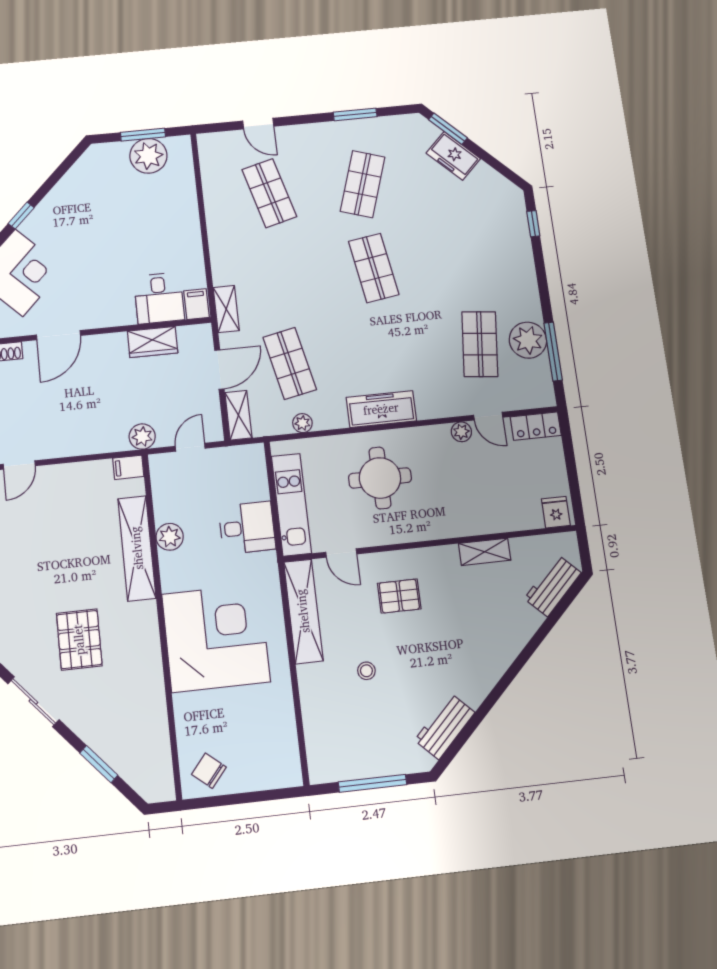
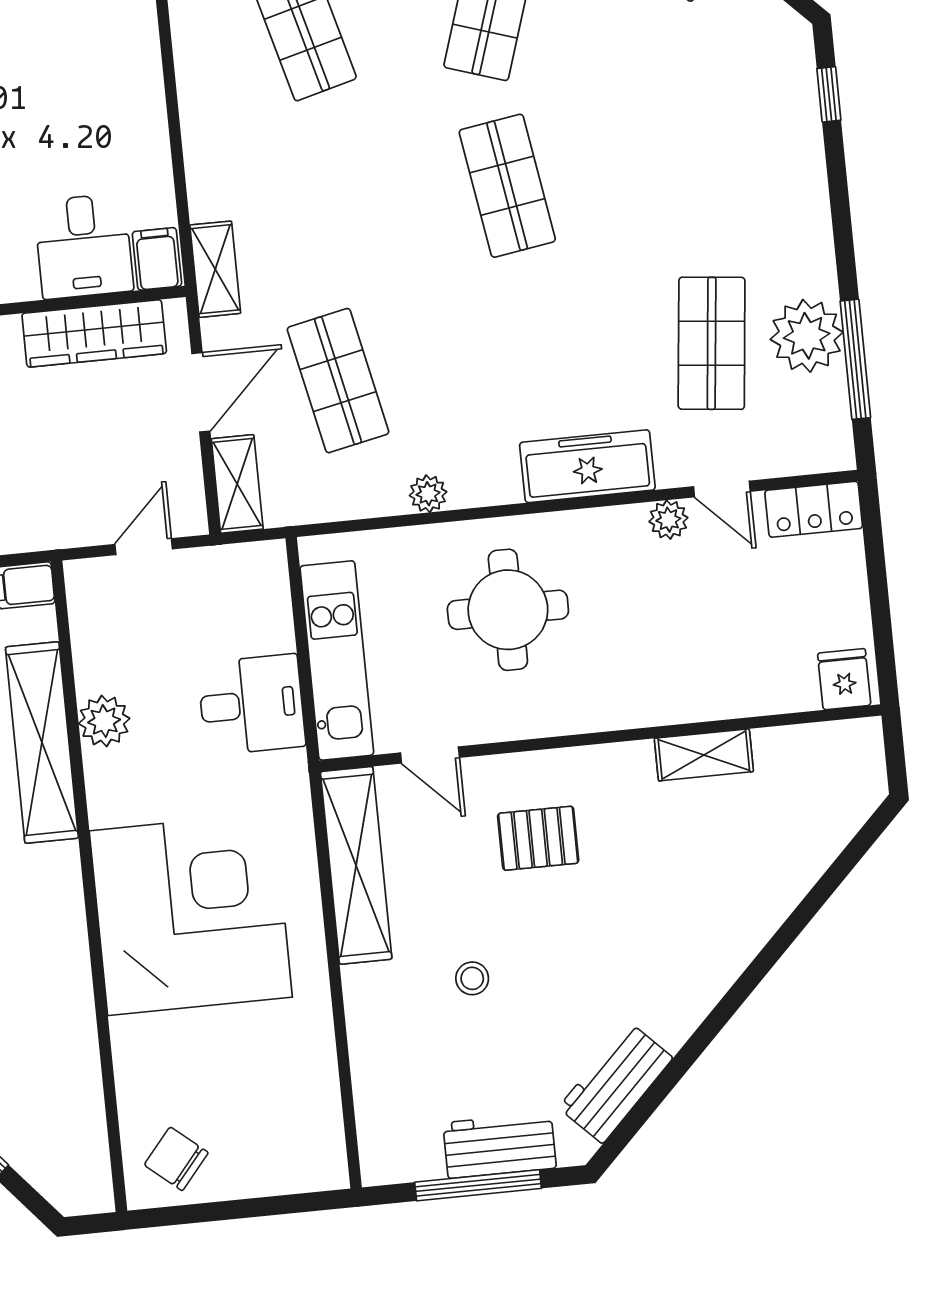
wardrobe: (153, 342) -> (94, 333), width x1.50
freezer: (381, 409) -> (587, 466), moved
plant: (302, 423) -> (428, 494), moved
plant: (142, 437) -> (51, 525), removed
workbench: (553, 586) -> (500, 1145), moved, turned 45

